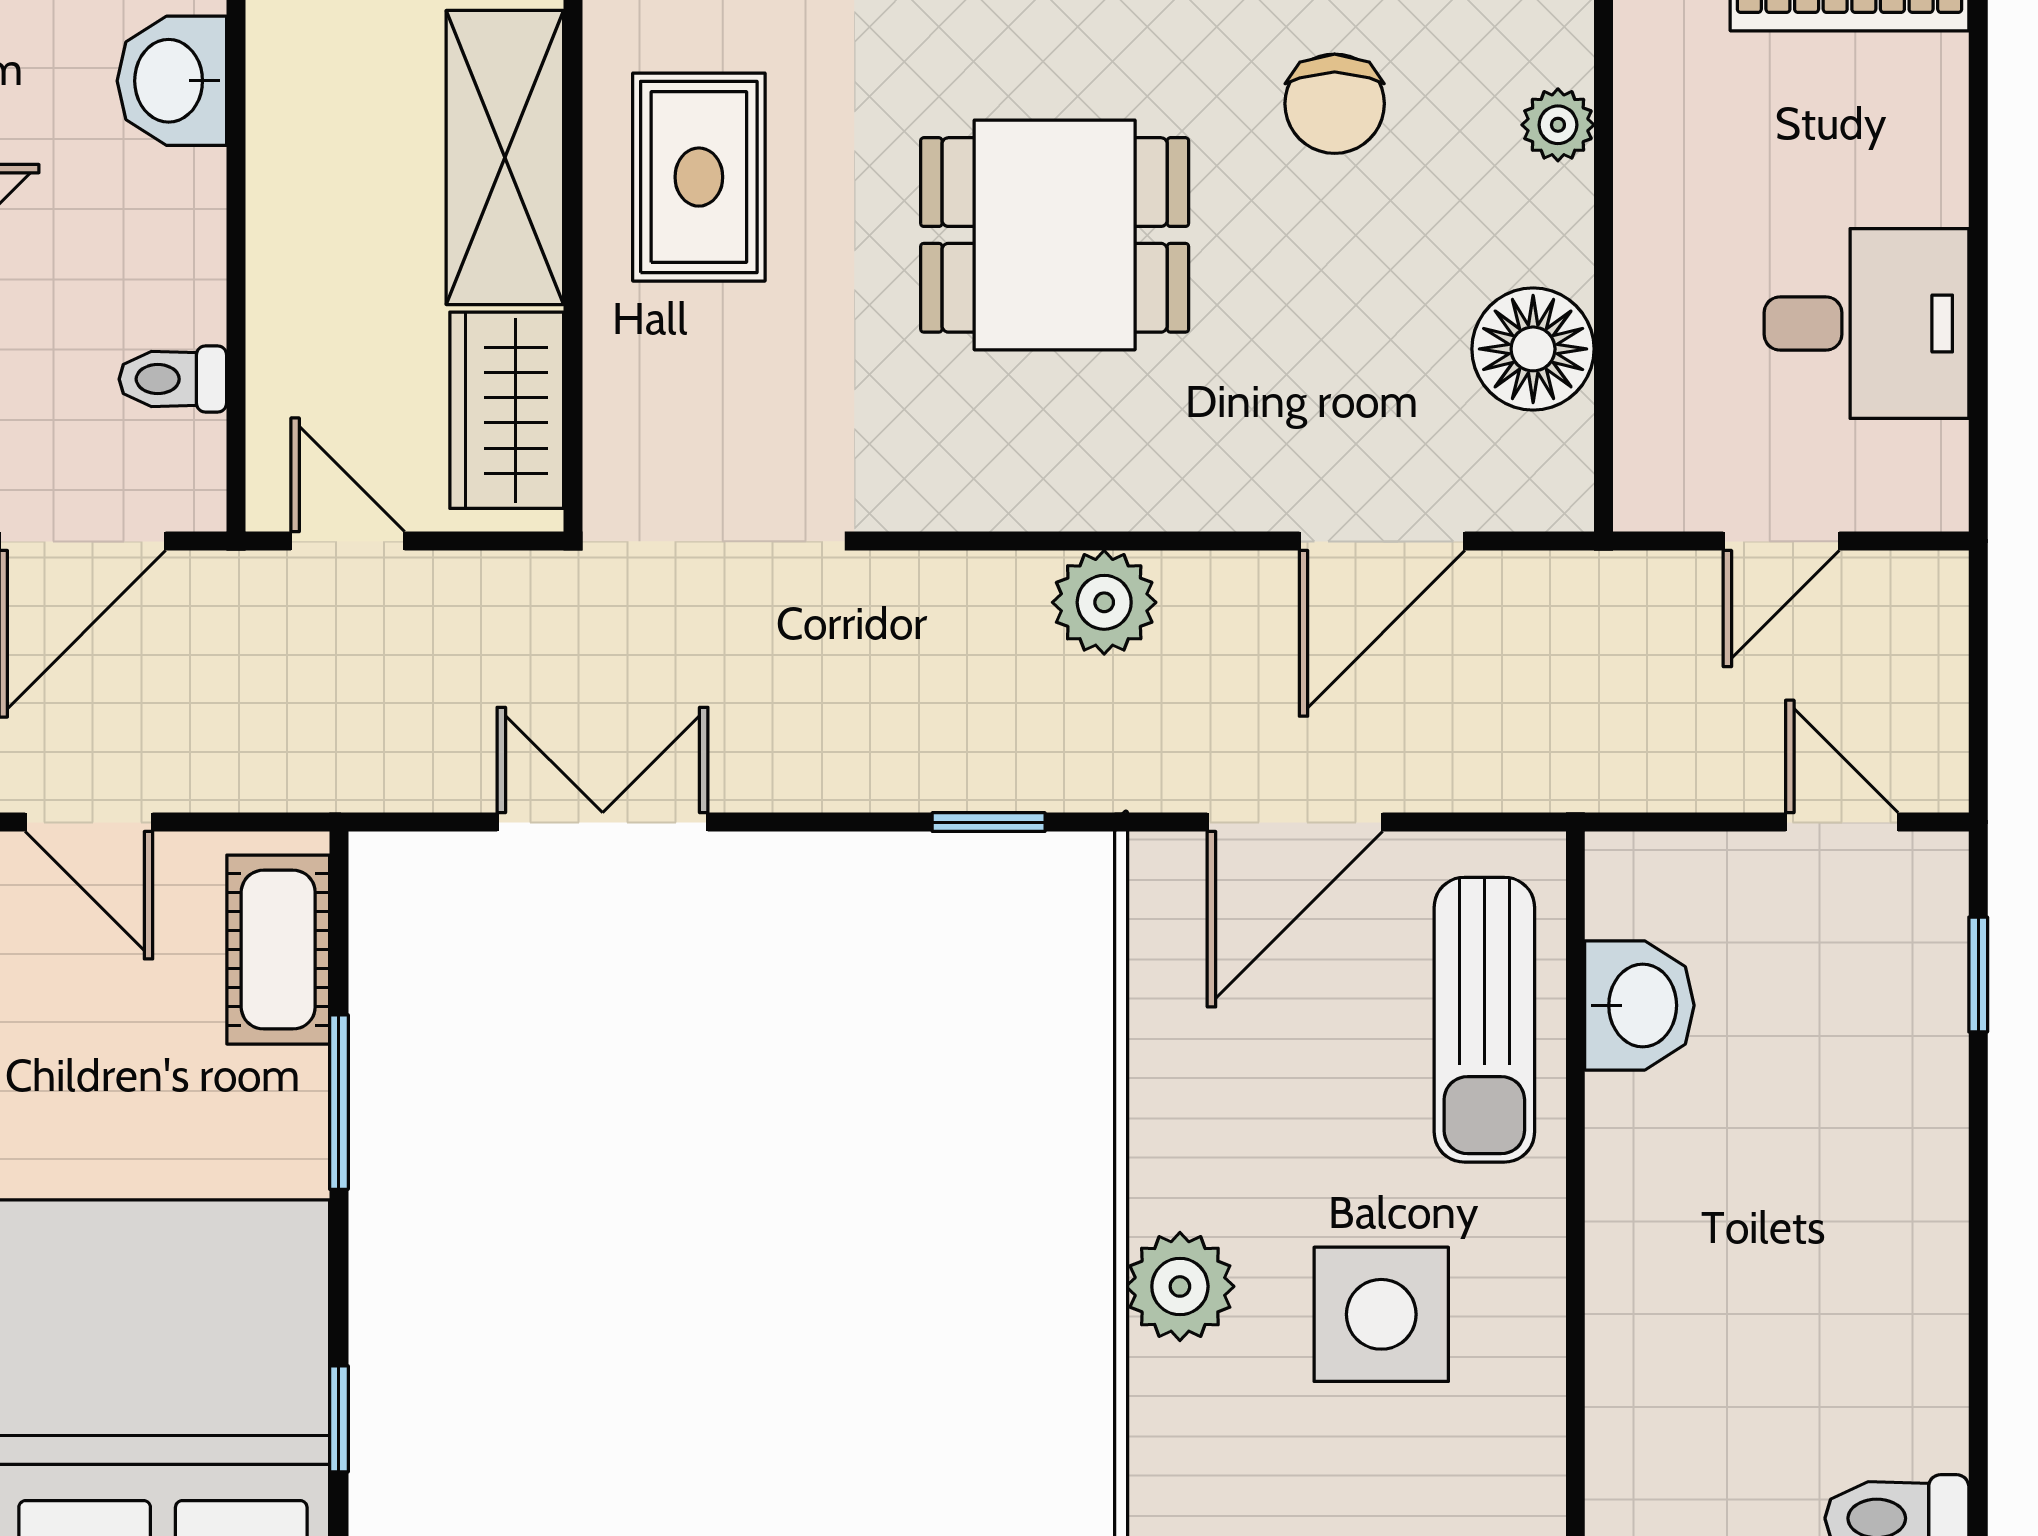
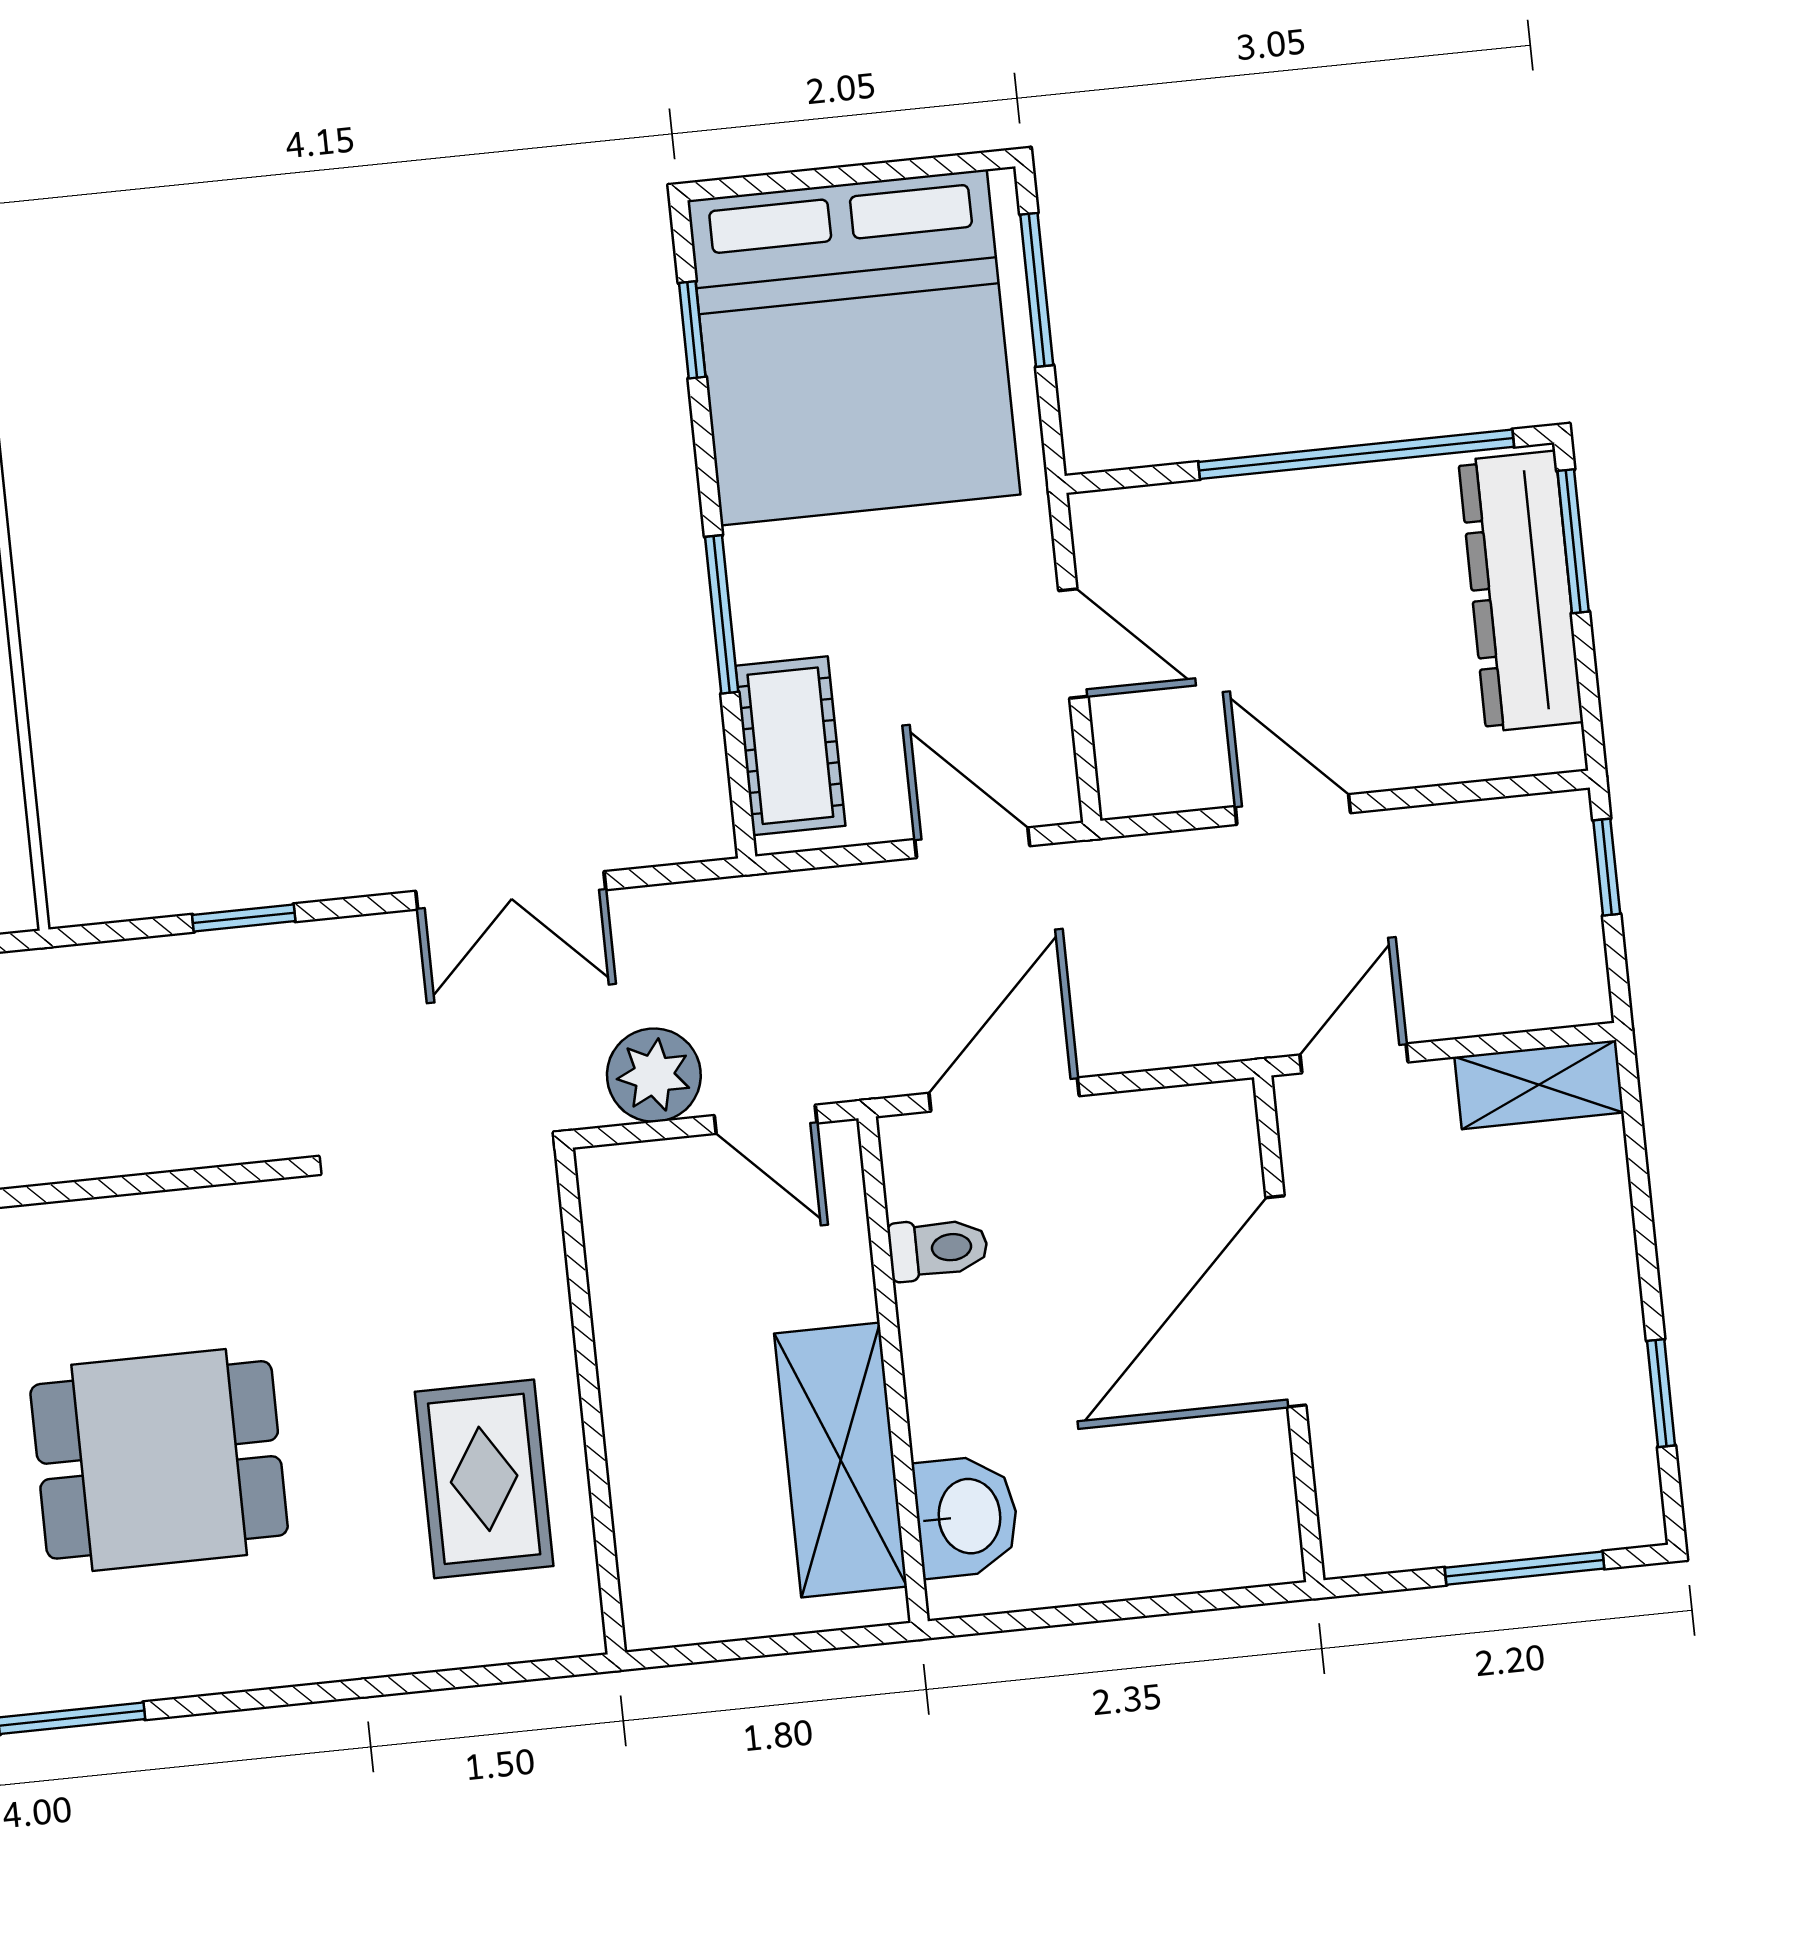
shelving: (505, 158) -> (841, 1460), moved
wardrobe: (507, 410) -> (635, 1252), removed
plant: (1104, 602) -> (654, 1075), moved
window: (989, 822) -> (244, 918), moved

